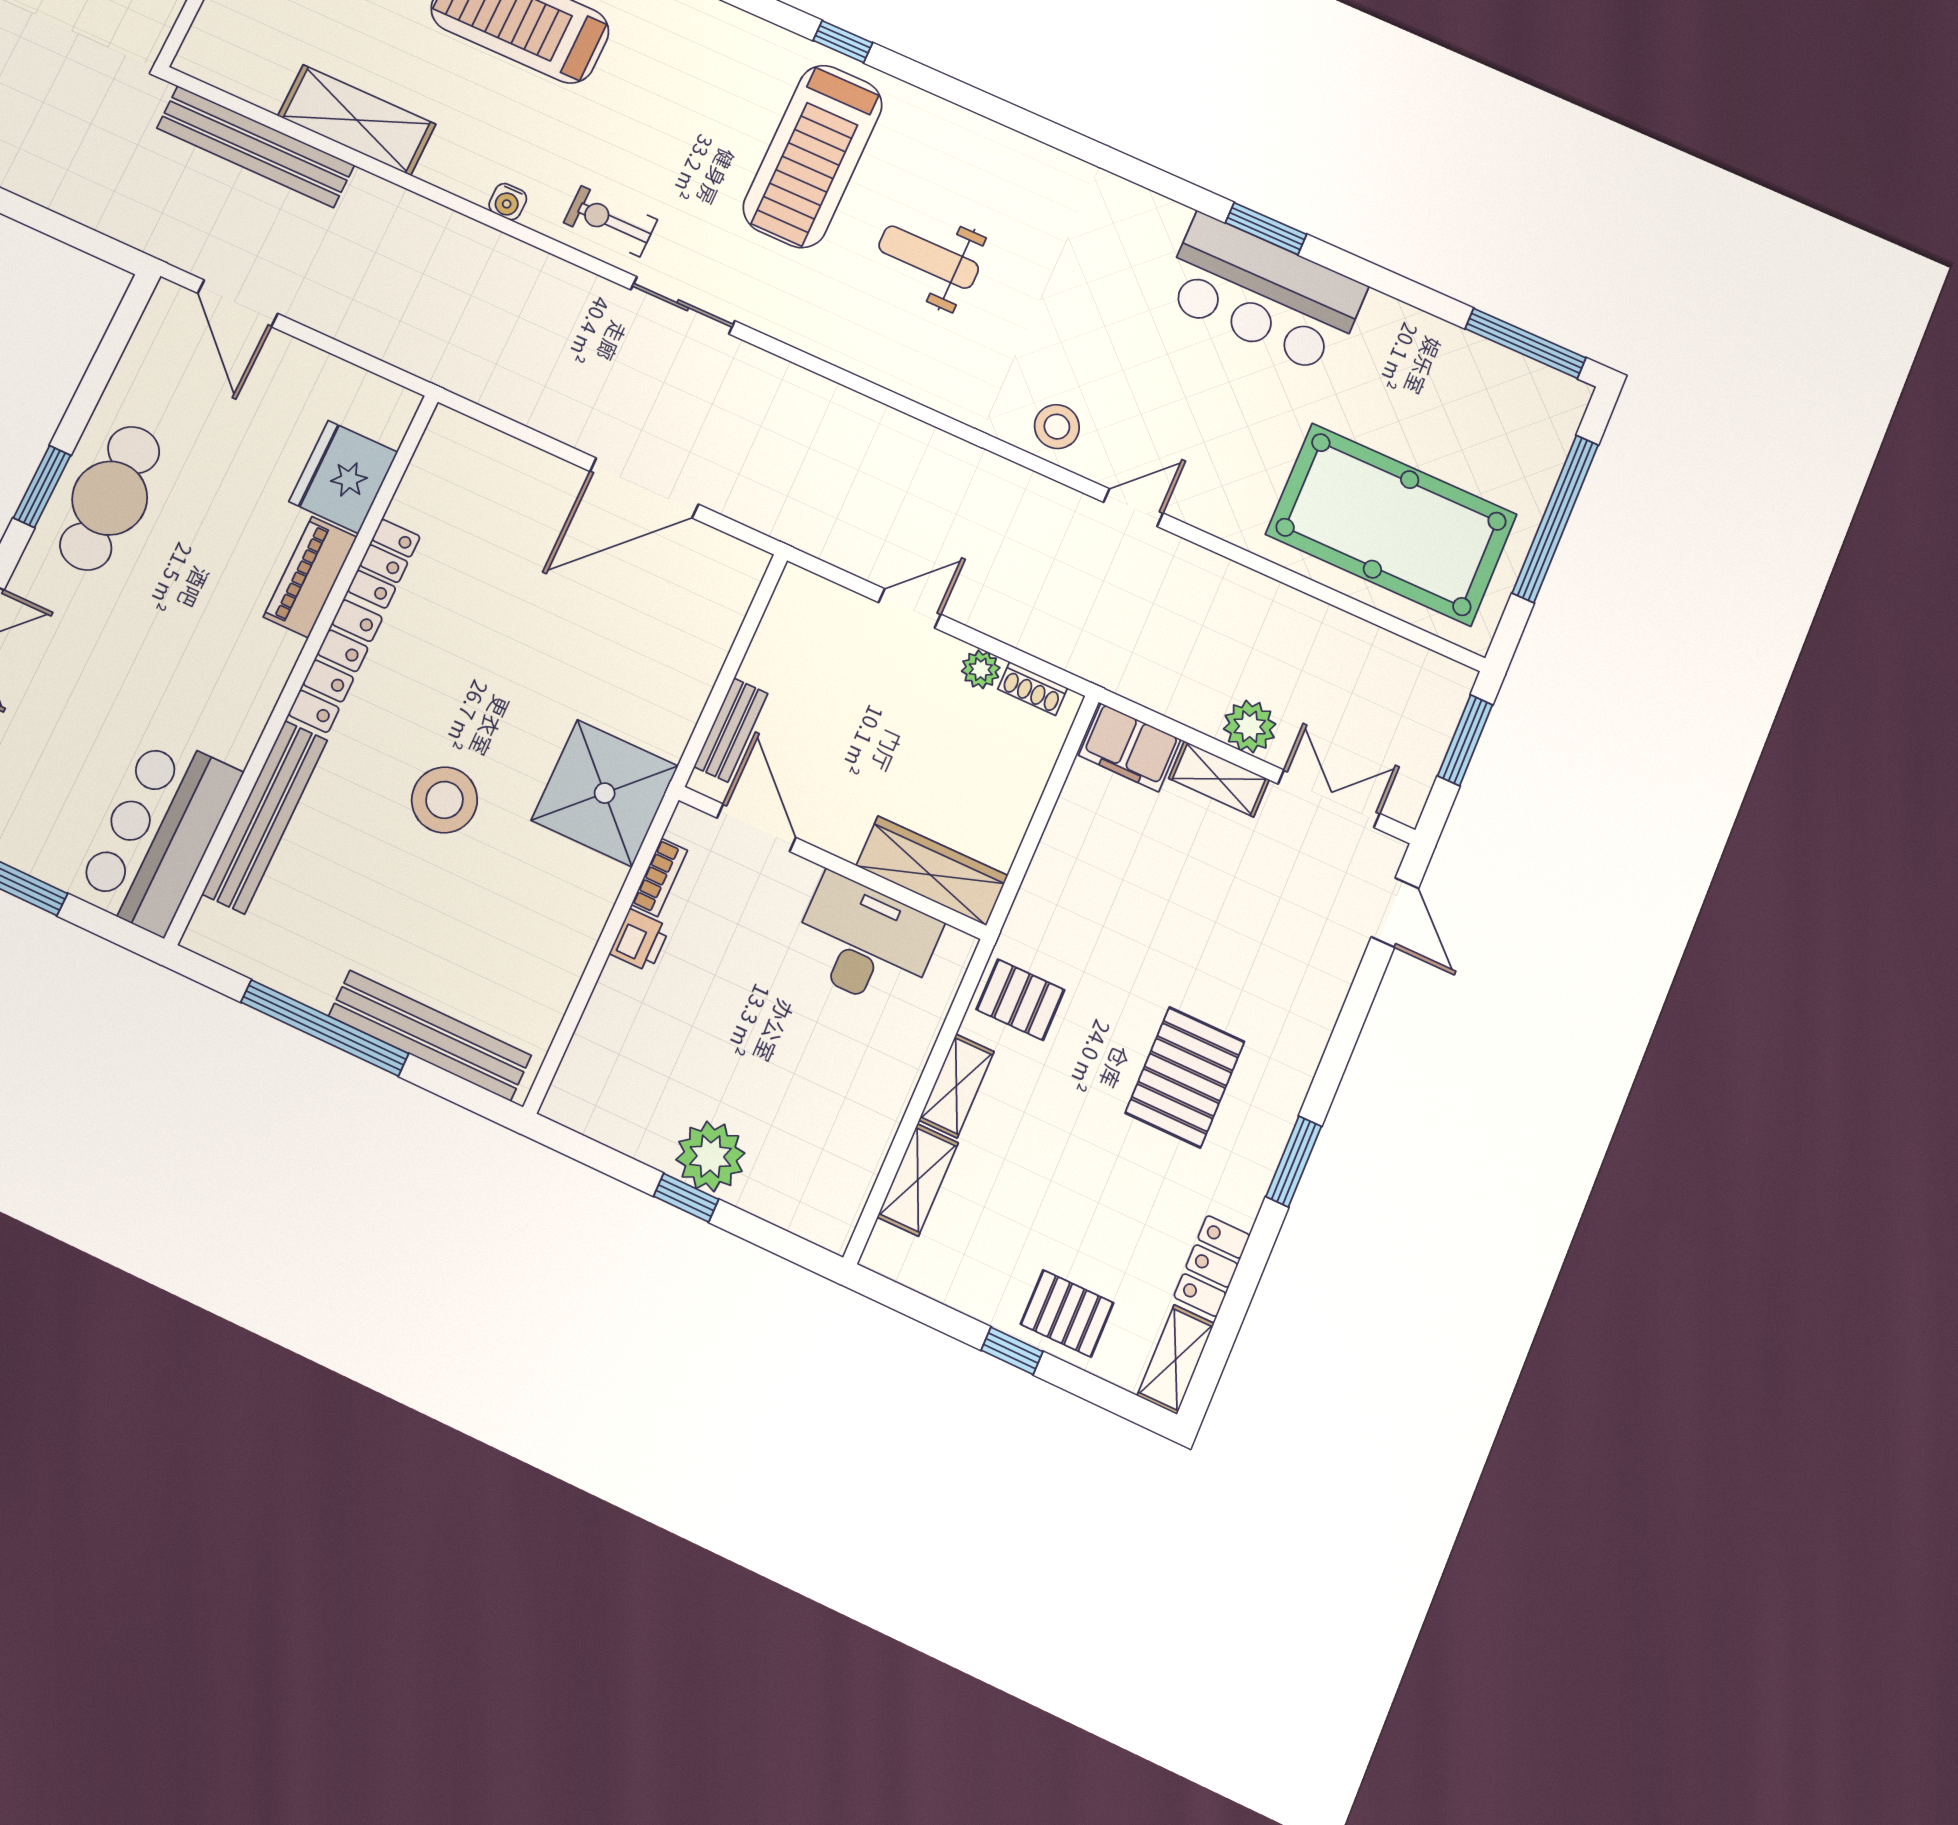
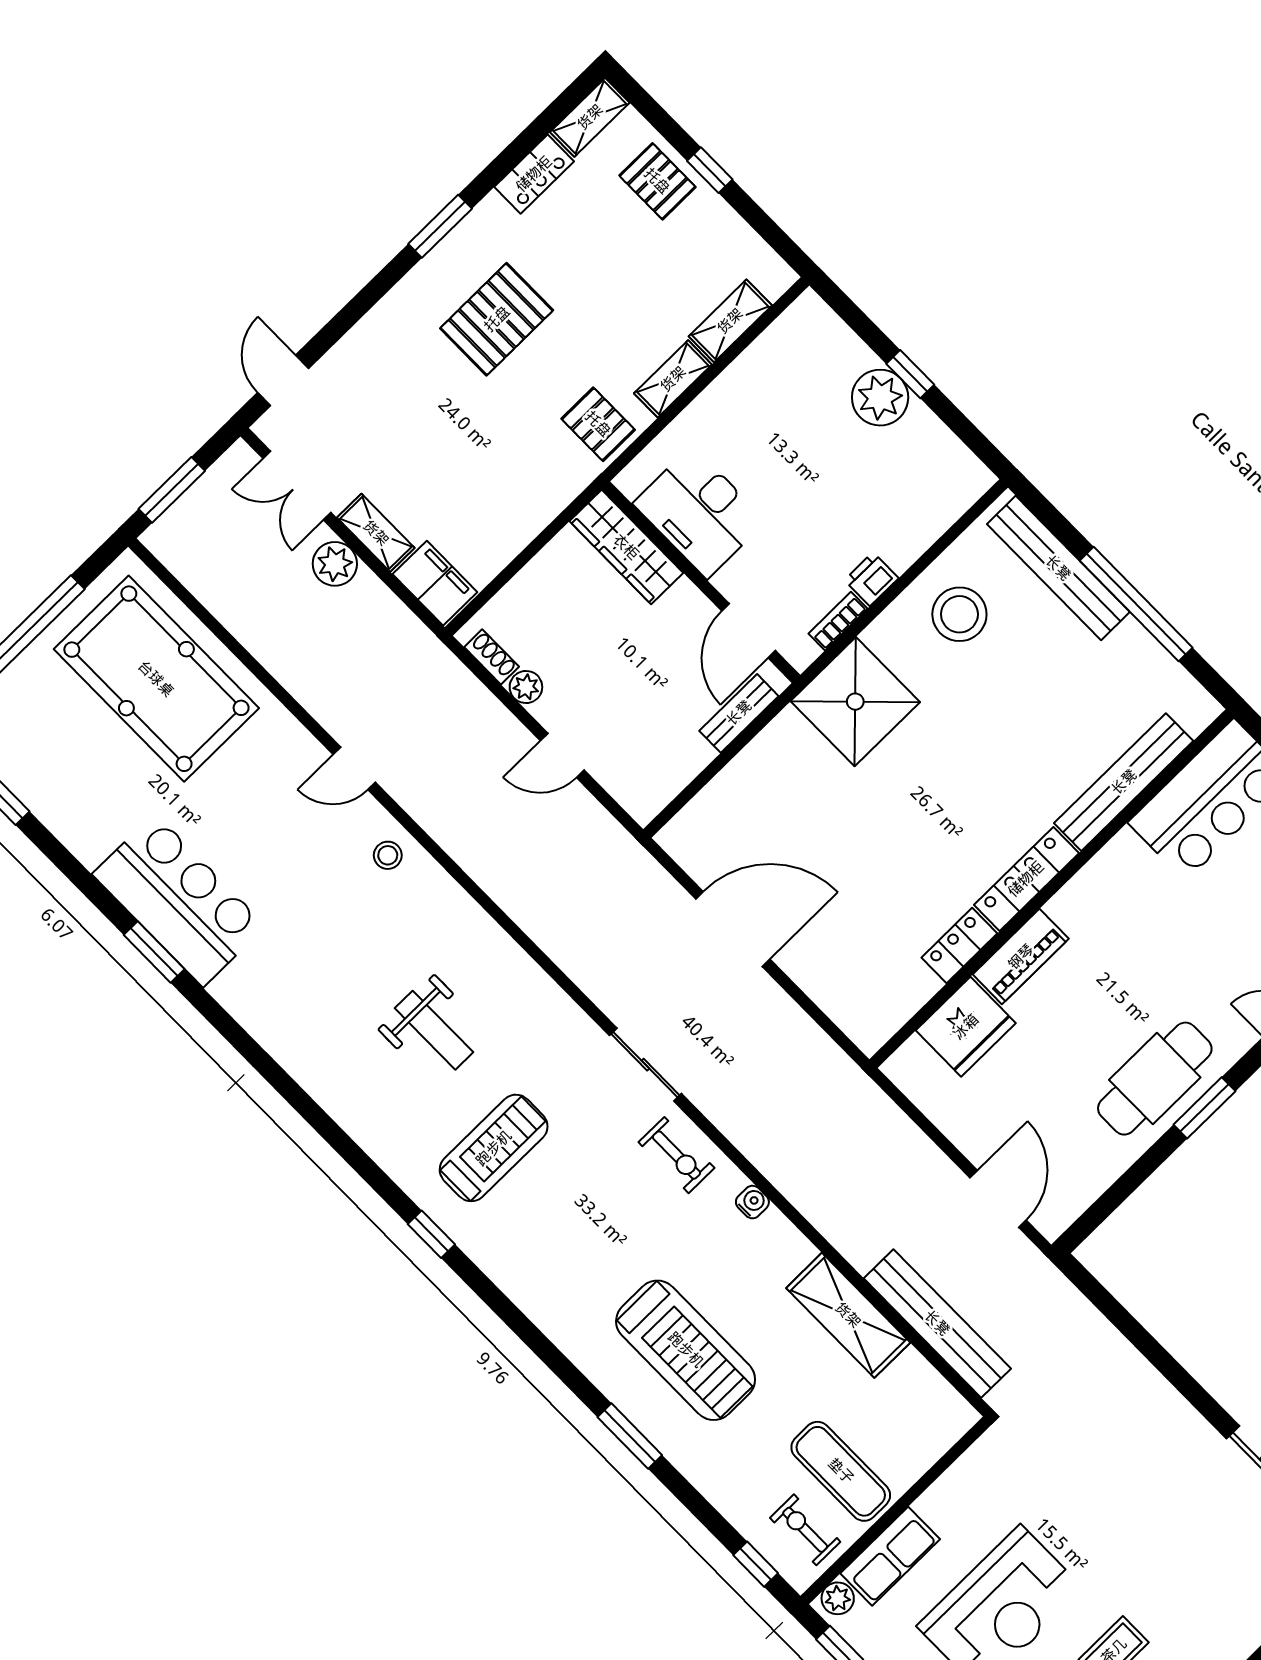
treadmill: (813, 156) -> (494, 1148), width x0.73, depth x0.73
stool: (1057, 427) -> (388, 855), width x0.73, depth x0.73
stool: (445, 800) -> (959, 614), moved

